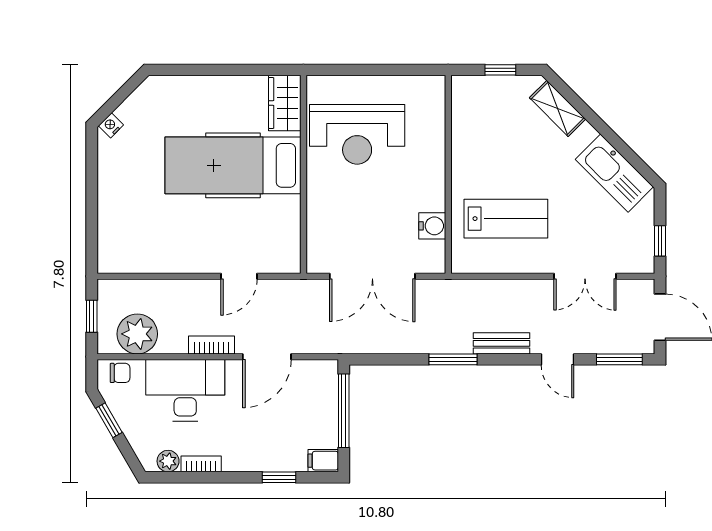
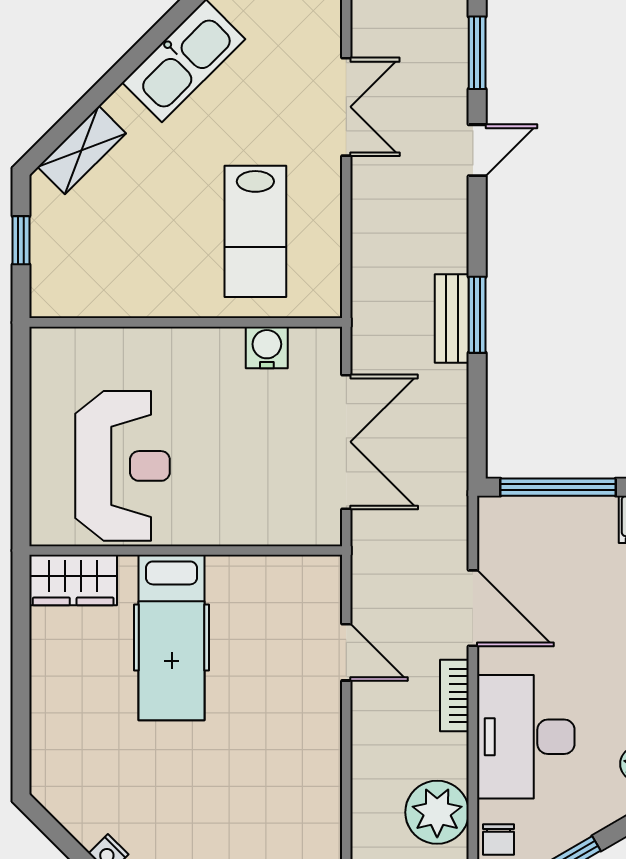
hospital bed: (233, 165) -> (172, 638), width x0.73, depth x0.78
lab bench: (506, 219) -> (255, 231), turned 180
bench: (501, 343) -> (452, 318), moved
chair: (120, 373) -> (499, 840), turned 180

